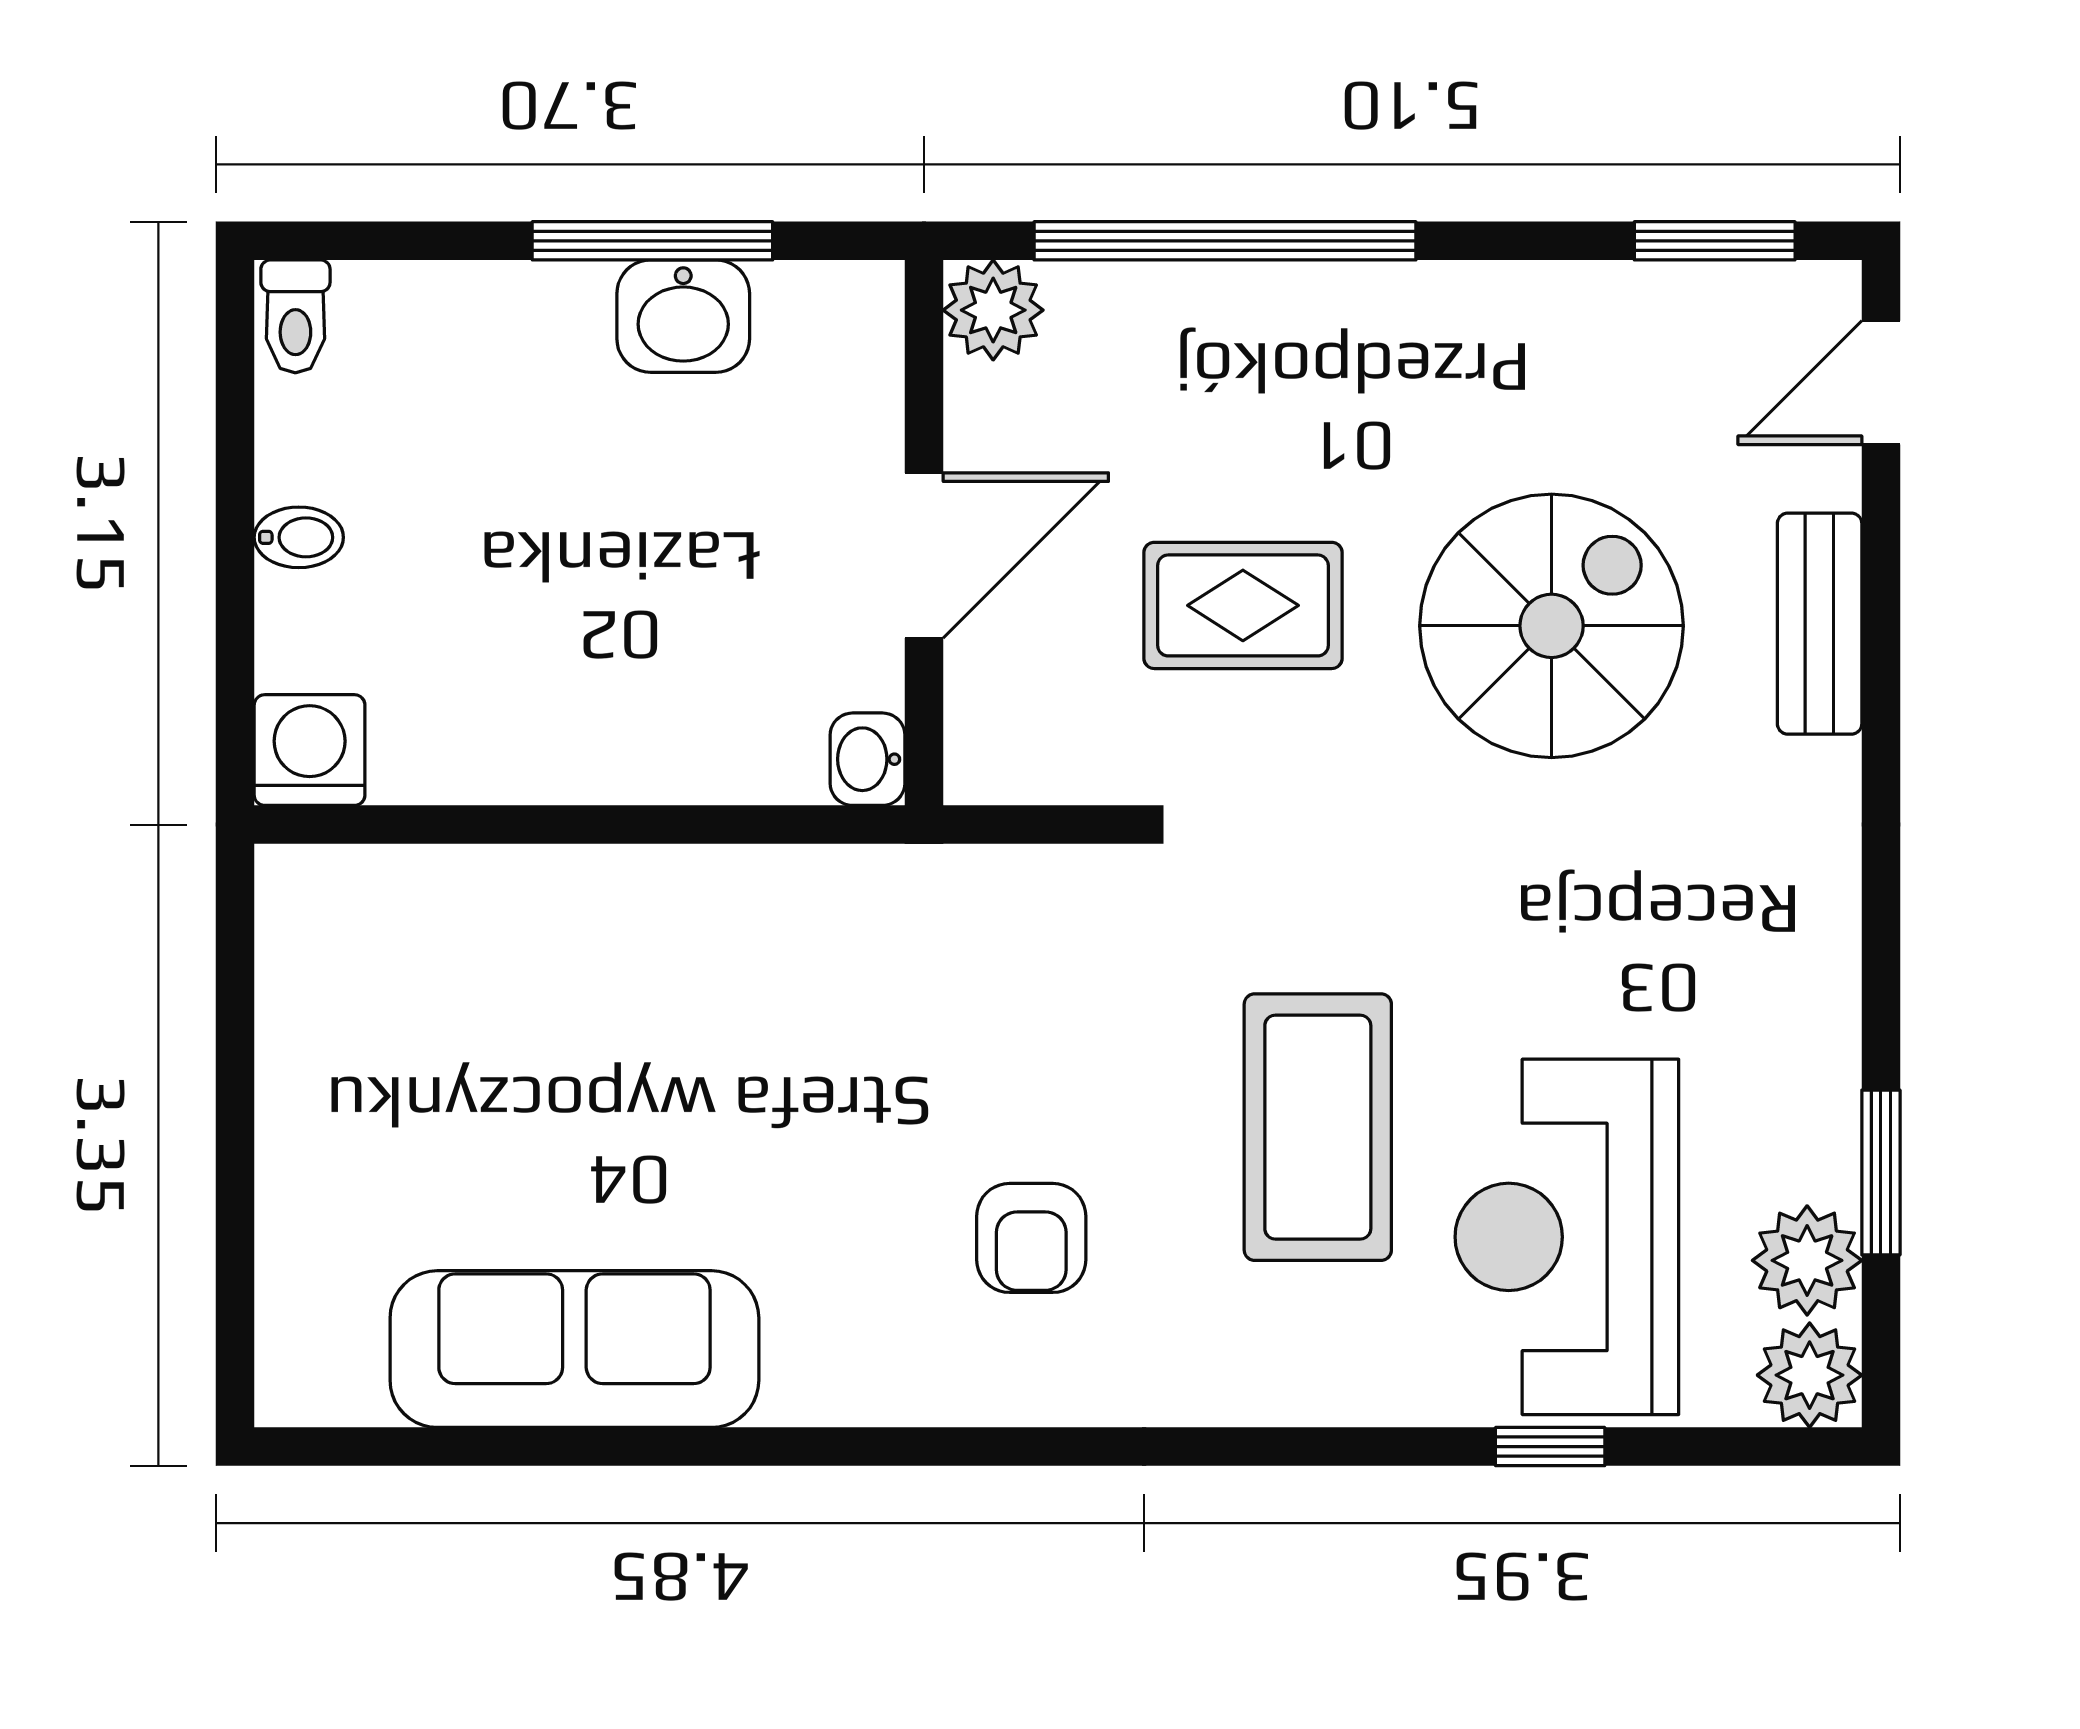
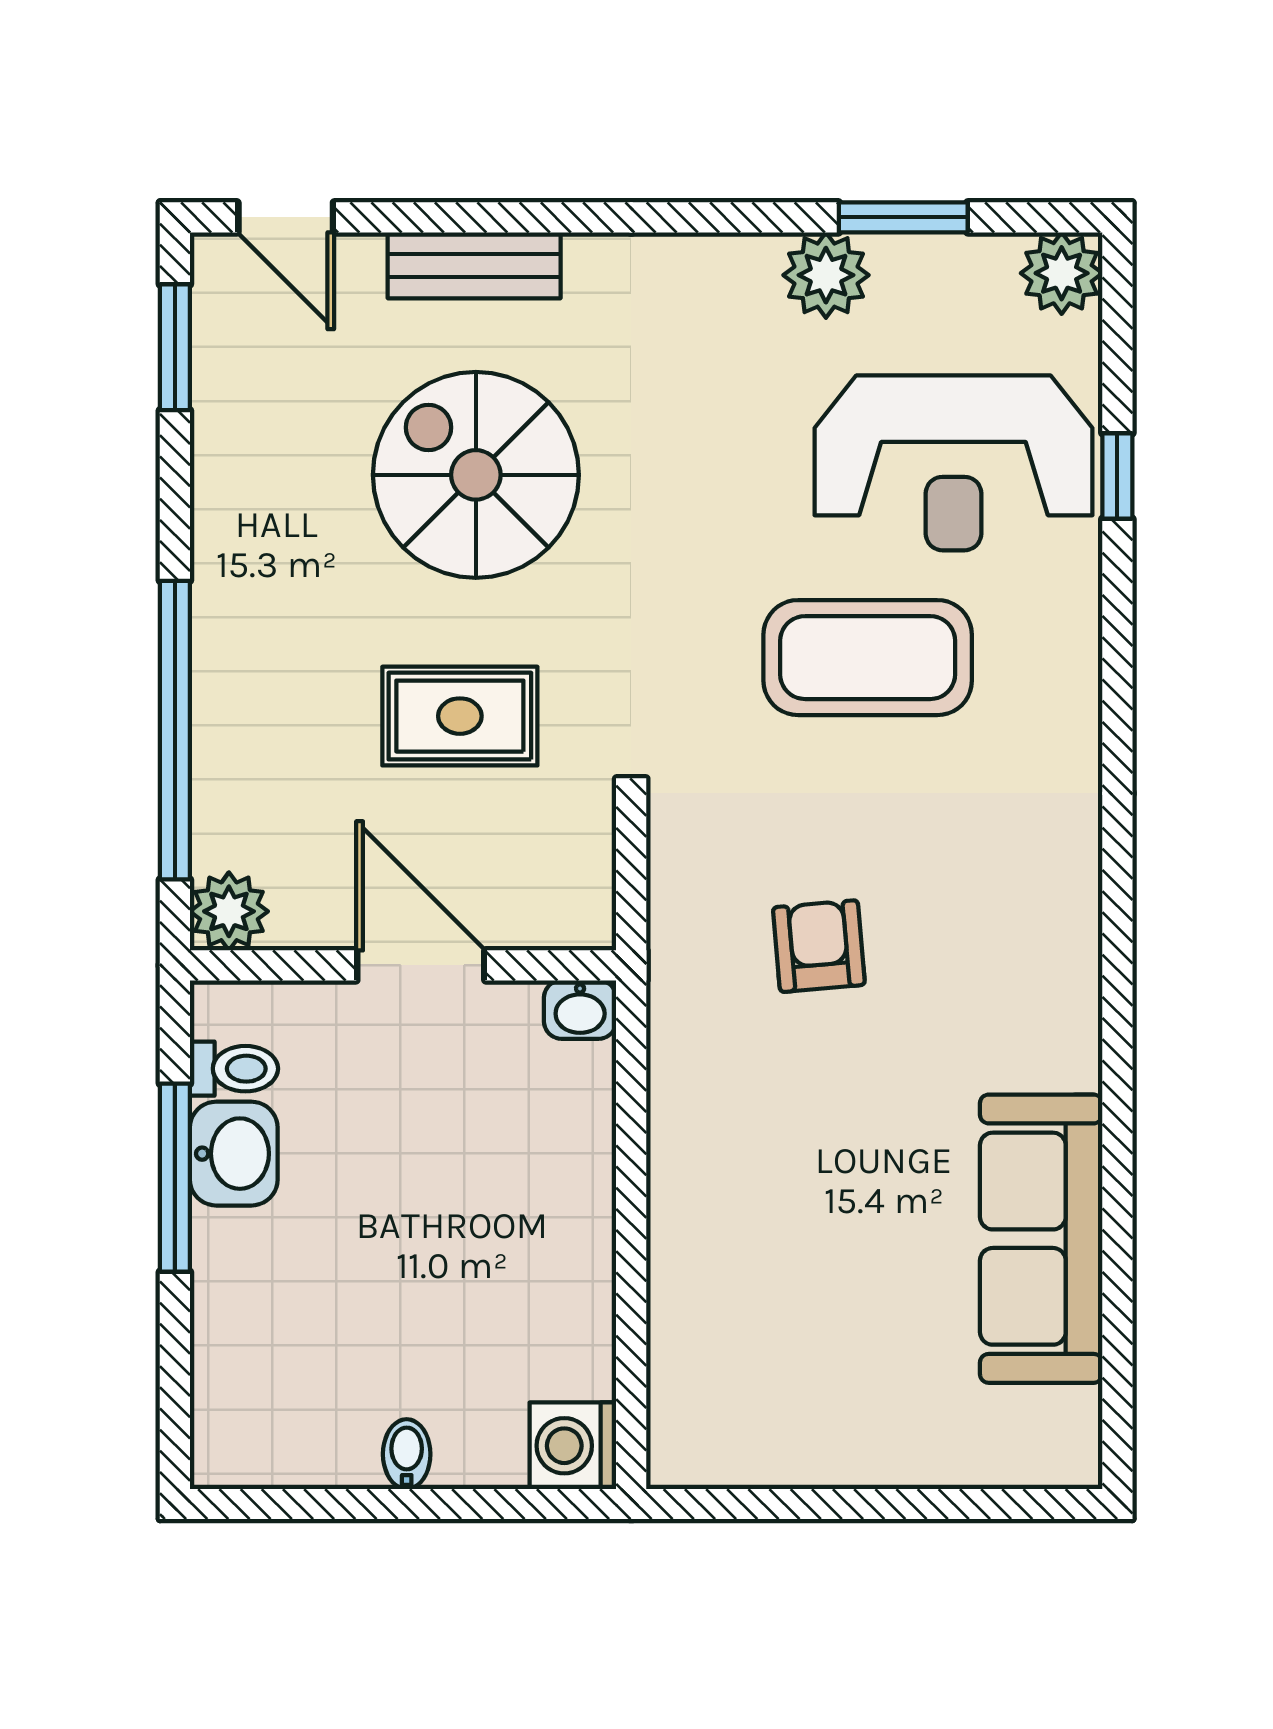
toilet: (295, 316) -> (234, 1069), moved
rug: (1243, 605) -> (460, 716), turned 90
armchair: (1031, 1238) -> (819, 946), moved, turned -95
plant: (1807, 1260) -> (826, 275), moved

